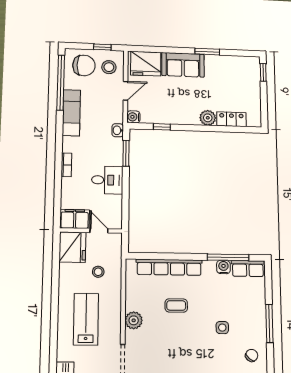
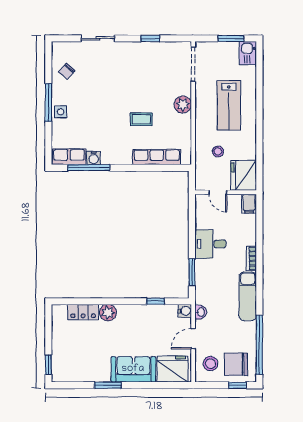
window: (102, 47) -> (238, 385), moved
exam couch: (71, 113) -> (248, 296), moved
washbasin: (118, 130) -> (201, 312), moved
filing cabinet: (75, 219) -> (249, 204), width x0.50
row of seats: (169, 267) -> (157, 157), width x0.73
side table: (222, 328) -> (61, 112), moved

